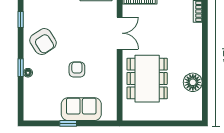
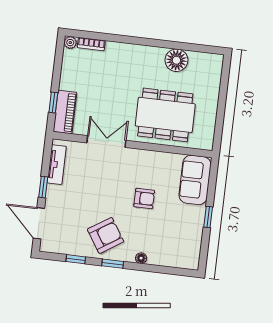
window: (21, 68) -> (113, 264), moved
armchair: (77, 69) -> (144, 198), turned 180
sofa: (81, 109) -> (195, 180), moved

